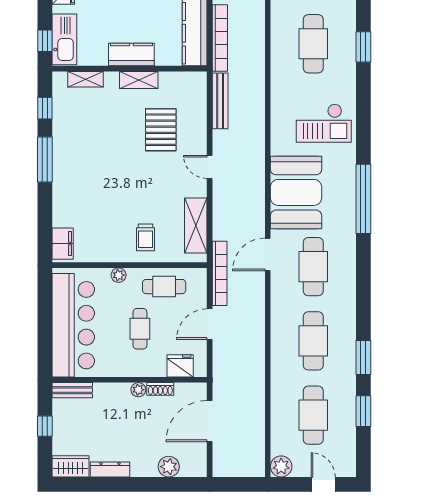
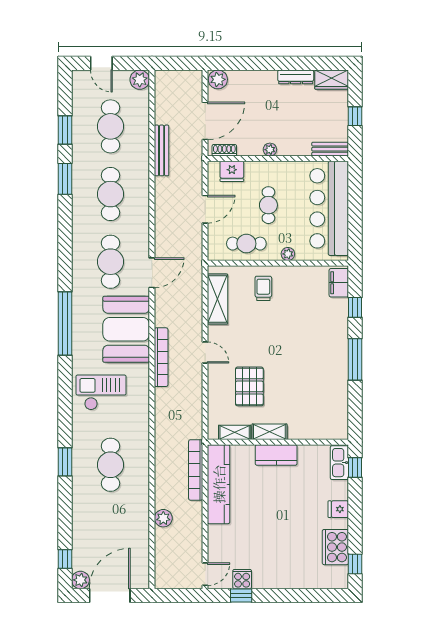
kitchen sink: (64, 39) -> (339, 463), width x0.73, depth x0.81
shelving: (85, 79) -> (235, 432), moved
bench: (220, 101) -> (162, 150), moved
window: (45, 108) -> (355, 307), moved
bookcase: (220, 273) -> (161, 357), moved, turned 180
shoe rack: (160, 389) -> (224, 150), moved
plant: (169, 467) -> (218, 79), moved

